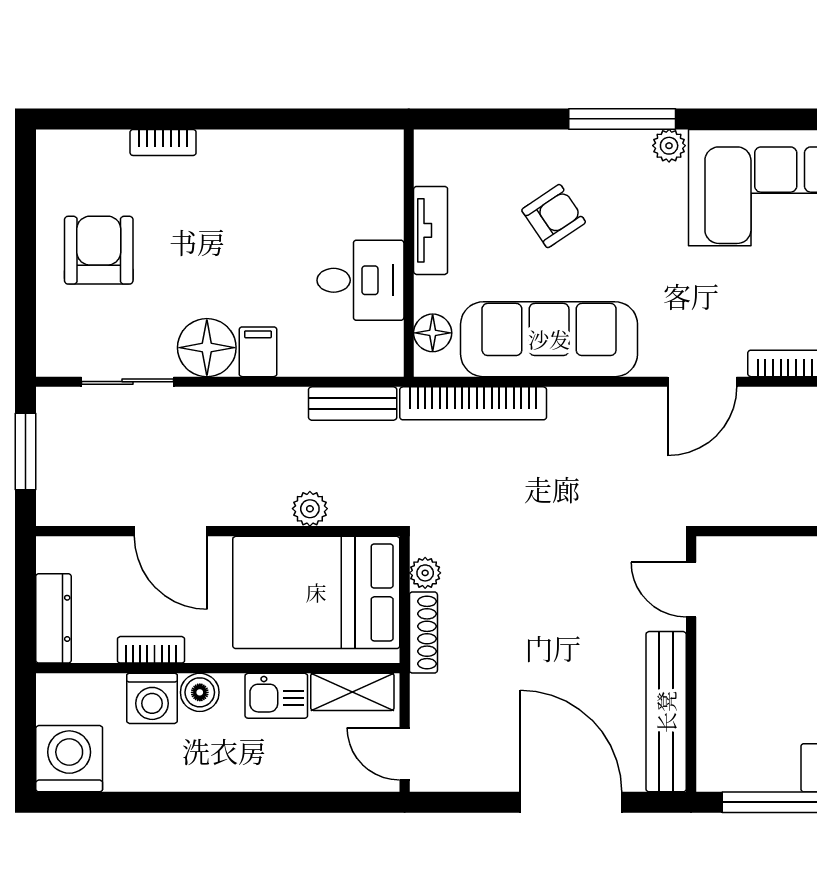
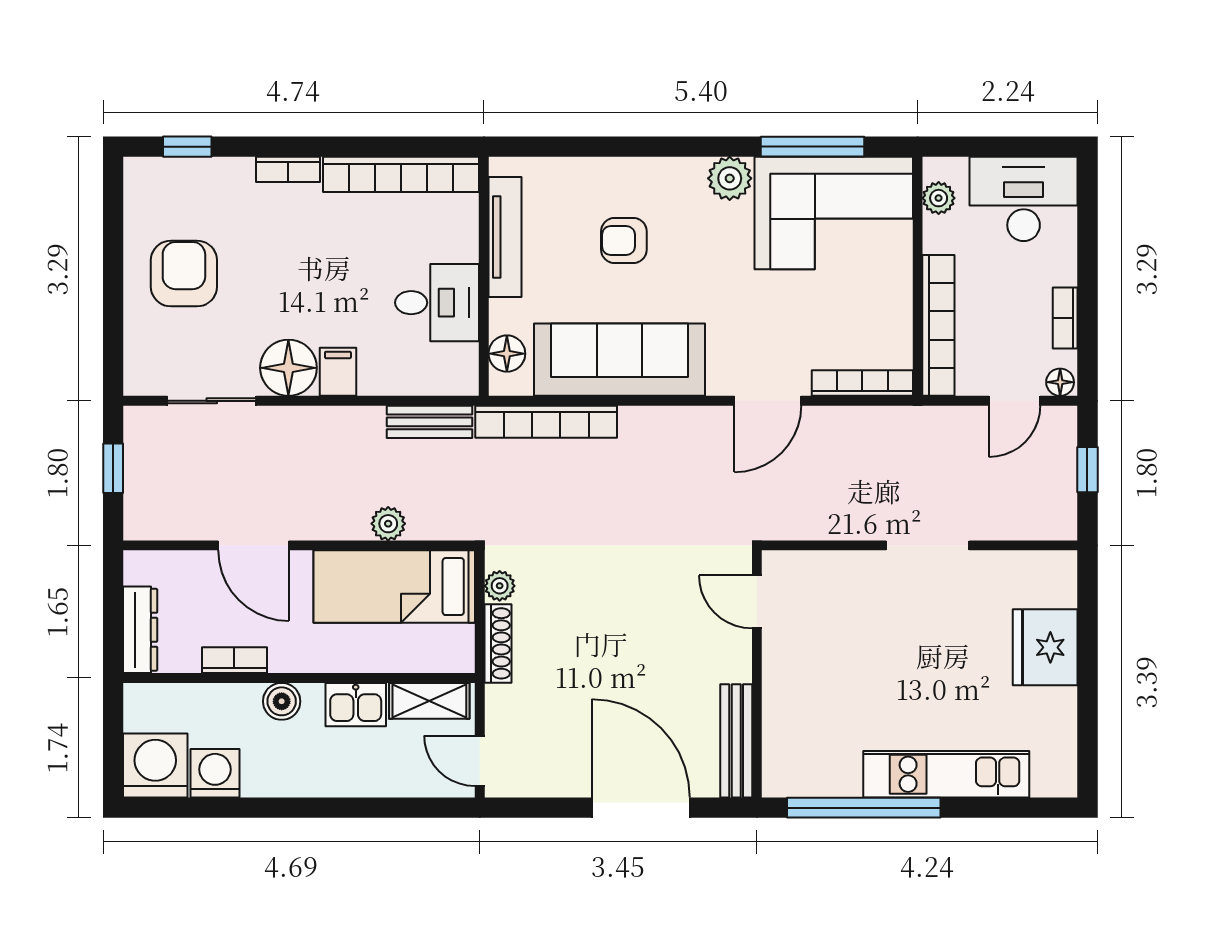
window: (102, 119) -> (187, 147), added
window: (622, 119) -> (812, 147), moved
bookcase: (163, 142) -> (288, 169), moved
plant: (669, 146) -> (730, 178), width x1.38, depth x1.38
bookcase: (323, 148) -> (401, 174), added
armchair: (554, 216) -> (624, 241), turned -146
tv unit: (431, 230) -> (505, 237), width x1.41
window: (26, 451) -> (113, 468), width x0.67
bed: (316, 592) -> (394, 587), width x0.67
washing machine: (152, 698) -> (215, 773), moved, turned 180
bench: (666, 712) -> (736, 741), width x0.73, depth x0.82

